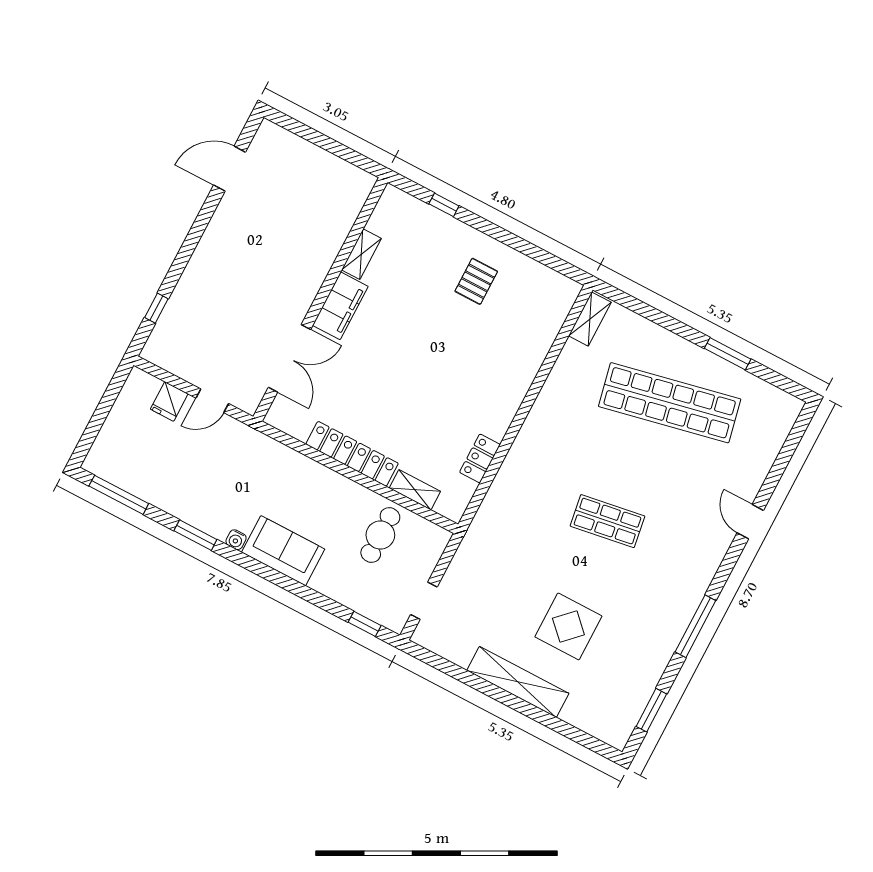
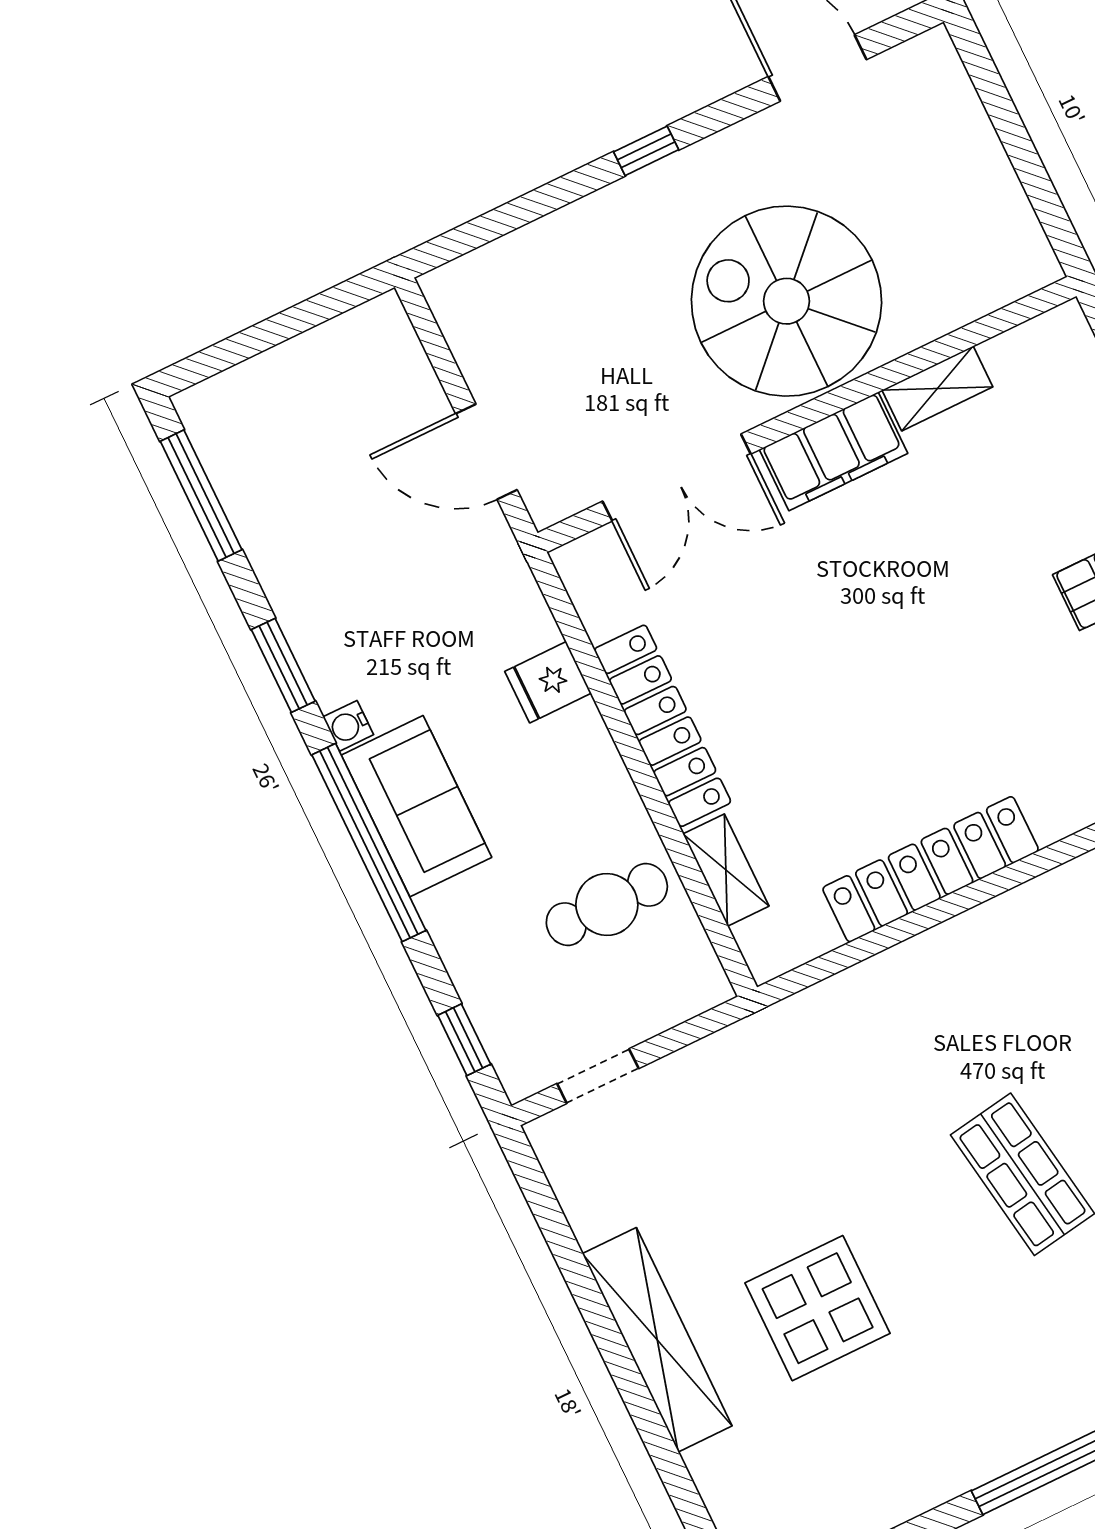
spiral stairs: (282, 263) -> (786, 301), added
window: (156, 308) -> (646, 151), moved
fridge: (169, 401) -> (548, 682), moved
door: (212, 401) -> (486, 452), width x1.38
locker: (480, 458) -> (931, 869), width x2.16, depth x1.21
window: (276, 577) -> (369, 843), added

